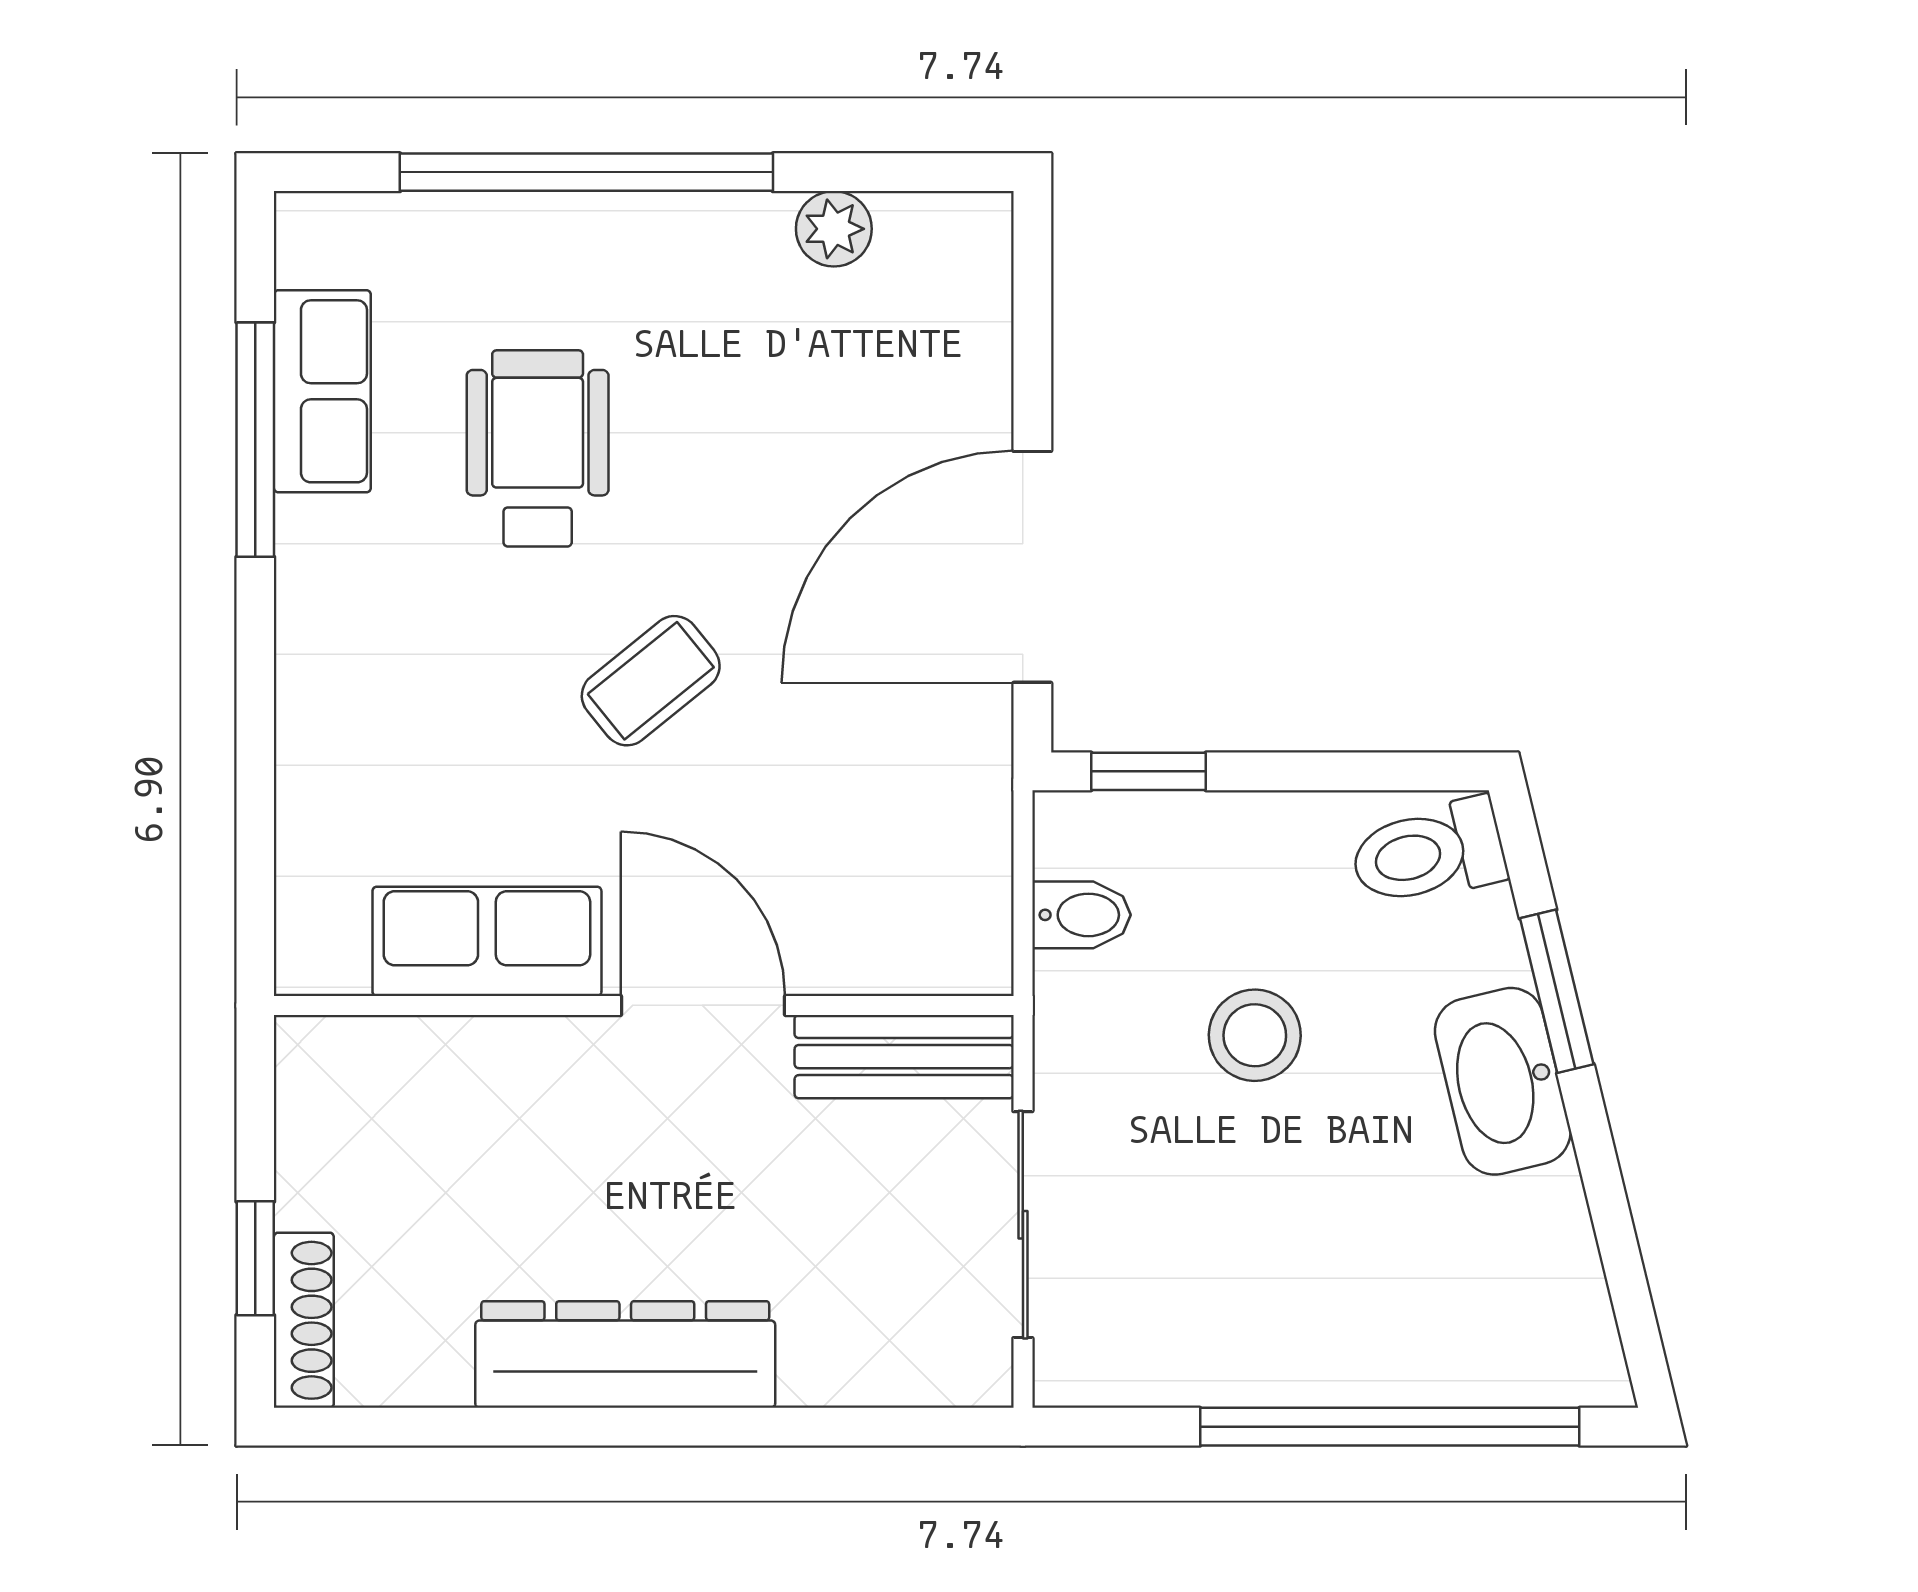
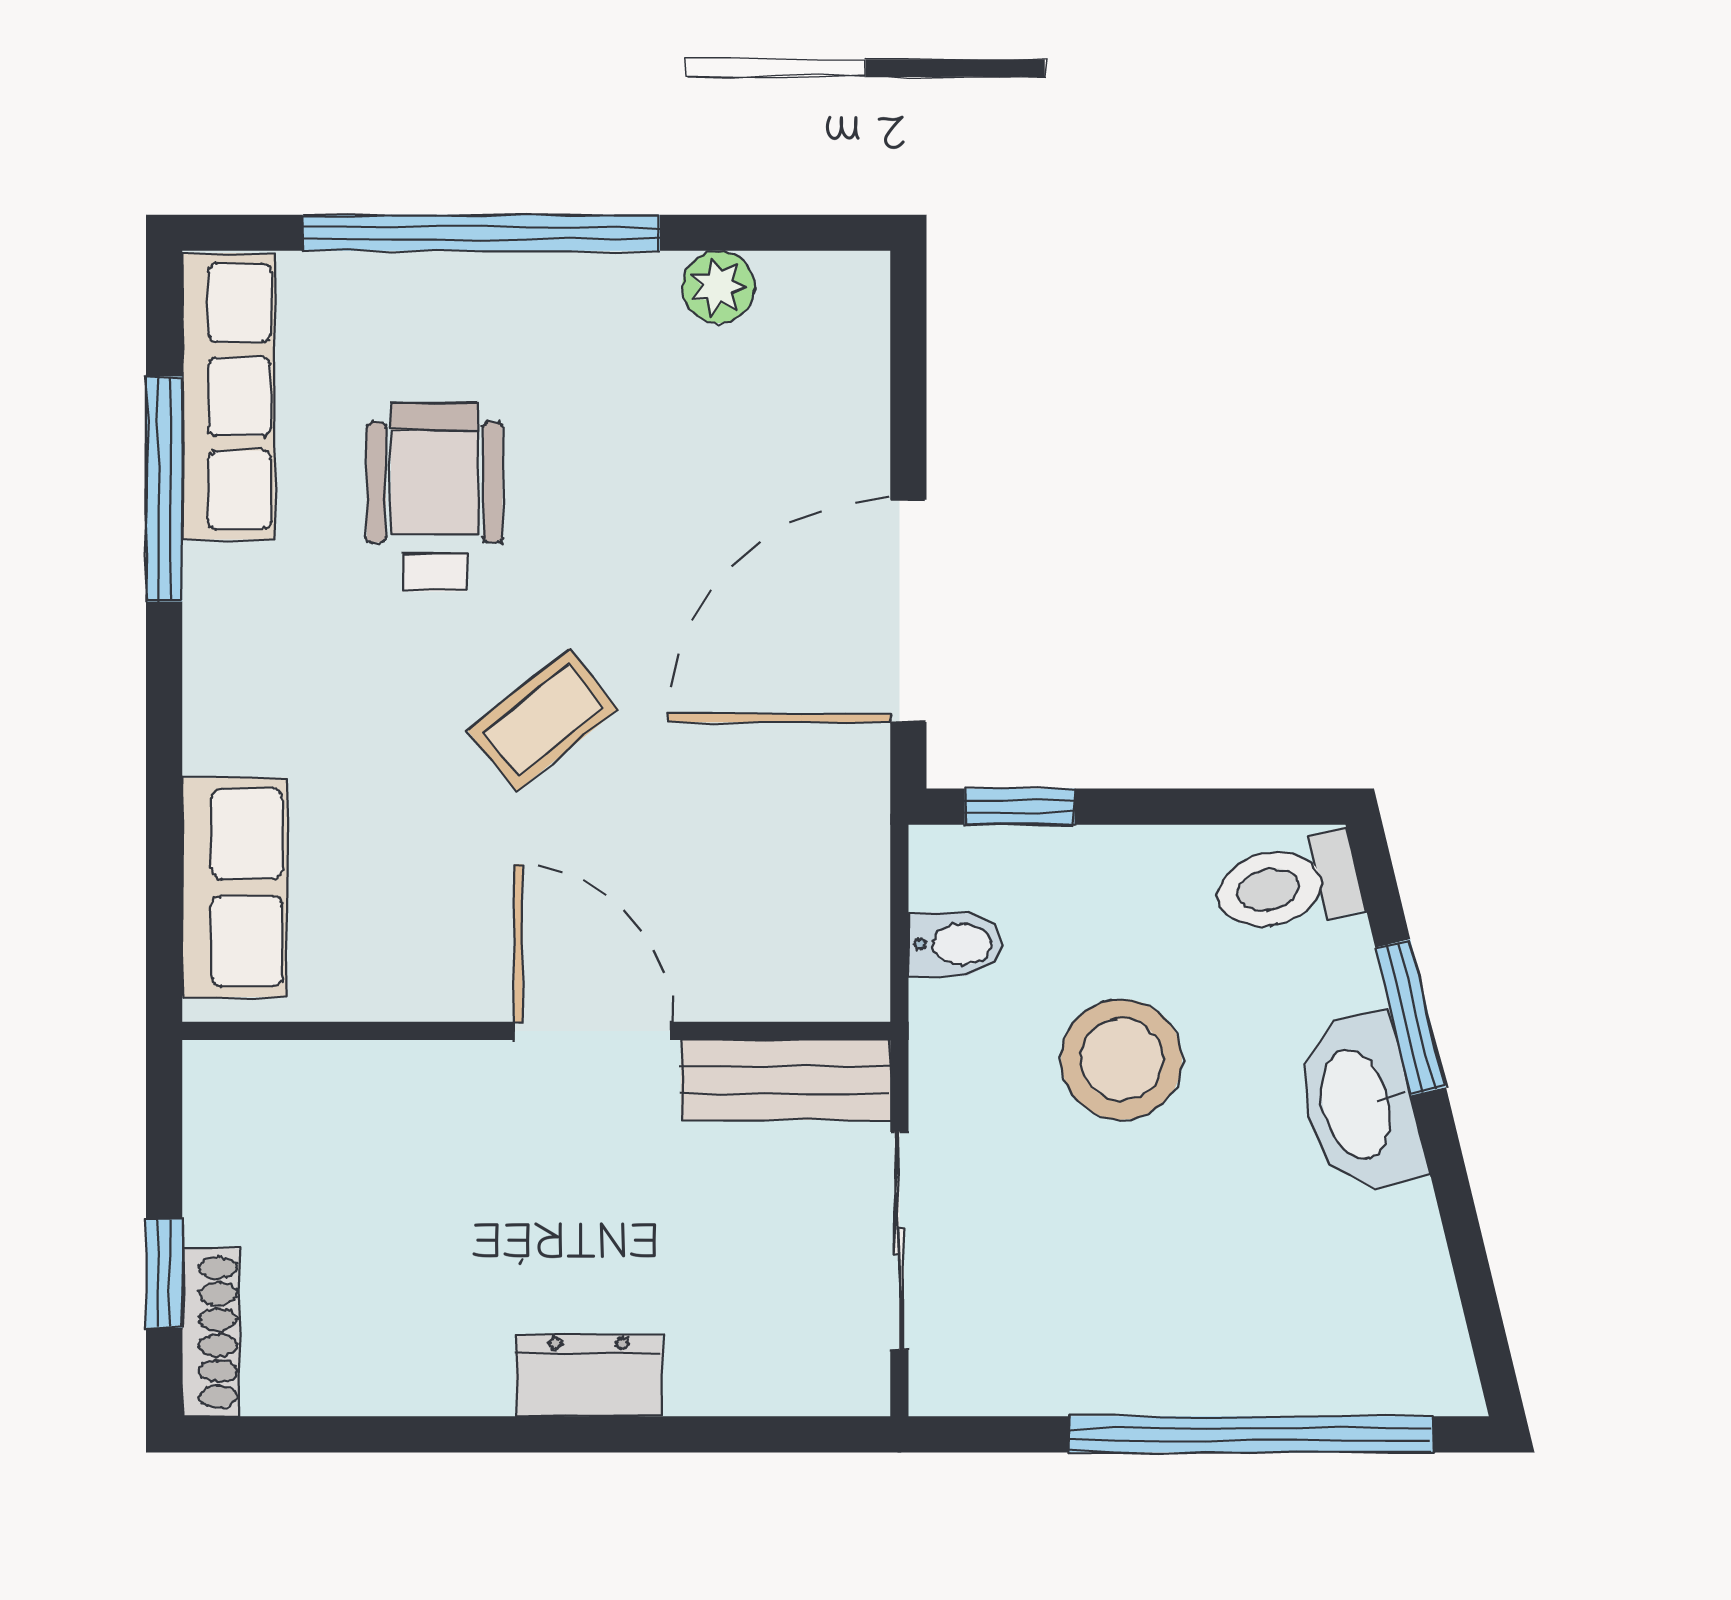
row of seats: (322, 391) -> (228, 396), width x1.48
row of seats: (487, 941) -> (234, 887), moved, turned 90
stool: (1255, 1035) -> (1121, 1059), width x1.38, depth x1.38
dresser: (625, 1355) -> (589, 1375), width x0.51, depth x0.80

